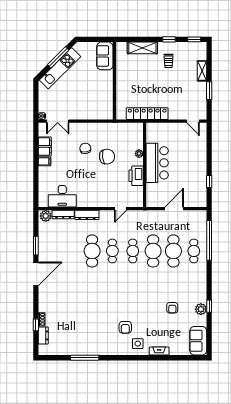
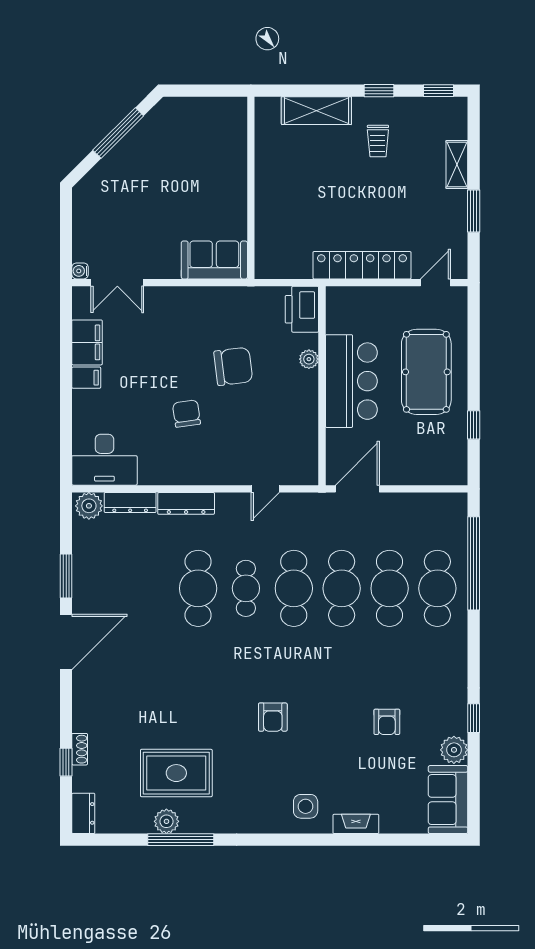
sofa: (105, 56) -> (214, 260), moved, turned 90
kitchen unit: (60, 68) -> (123, 159), removed
locker: (147, 114) -> (362, 265), moved
door: (193, 121) -> (435, 283), swing flipped
chair: (85, 148) -> (186, 414), moved
pool table: (189, 159) -> (426, 372), added
printer: (136, 176) -> (302, 309), moved
desk: (62, 196) -> (104, 460), moved
door: (174, 209) -> (357, 489), moved
cafe table: (133, 251) -> (294, 588), width x1.37, depth x1.35
cafe table: (194, 251) -> (437, 588), width x1.37, depth x1.35
plant: (201, 309) -> (454, 750), moved
armchair: (125, 327) -> (273, 717), moved
rug: (83, 329) -> (176, 773), added
dresser: (43, 335) -> (83, 813), moved
plant: (79, 350) -> (166, 821), added

